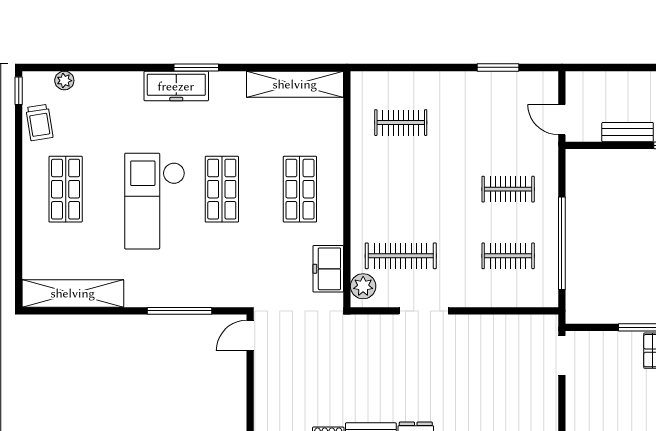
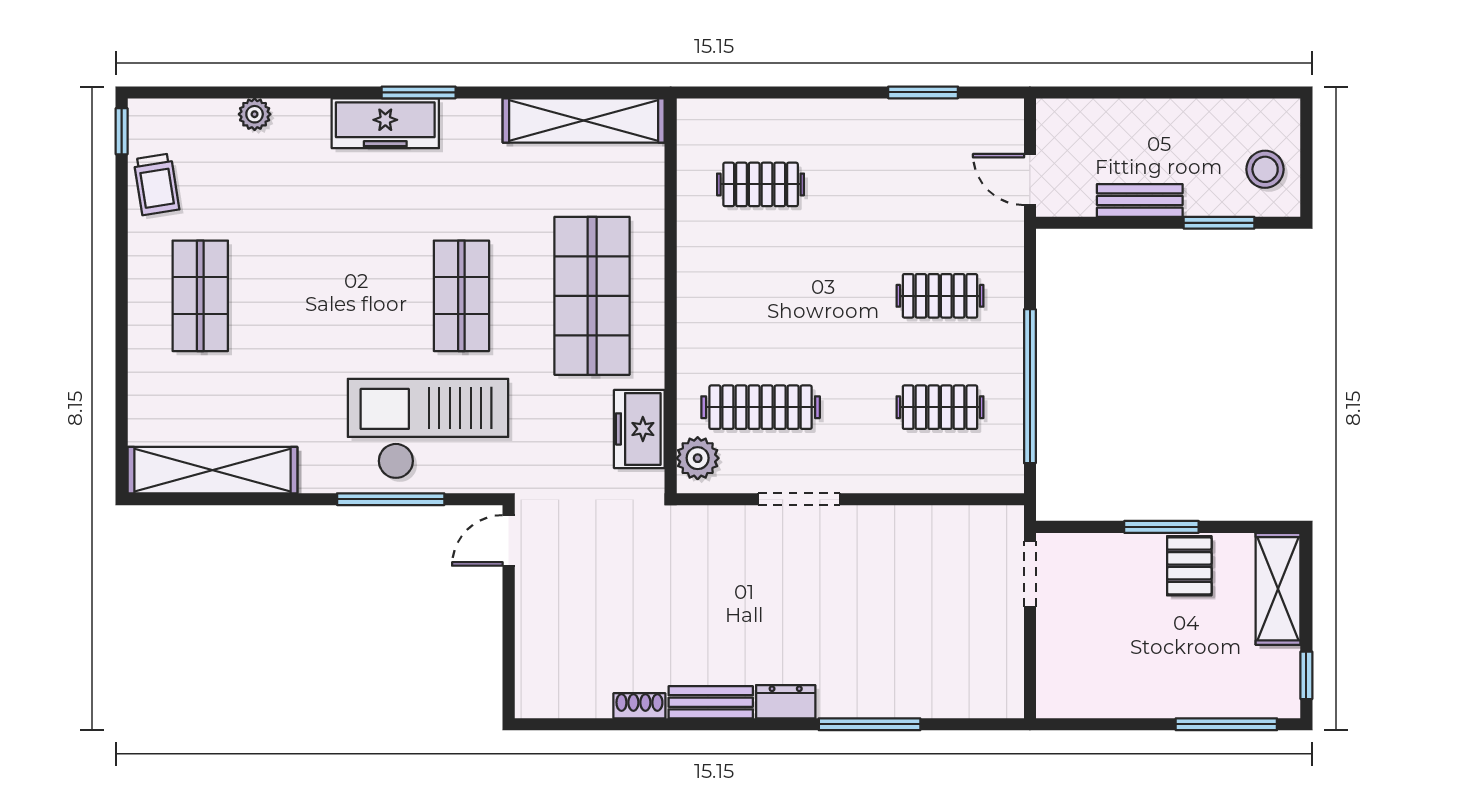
plant: (64, 81) -> (255, 114), moved
shop shelf: (300, 189) -> (592, 296), width x1.43, depth x1.36
checkout: (155, 201) -> (428, 429), moved, turned 90

